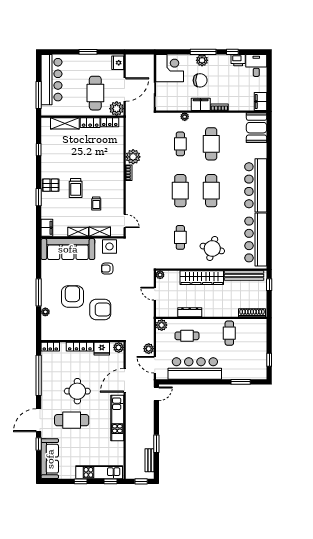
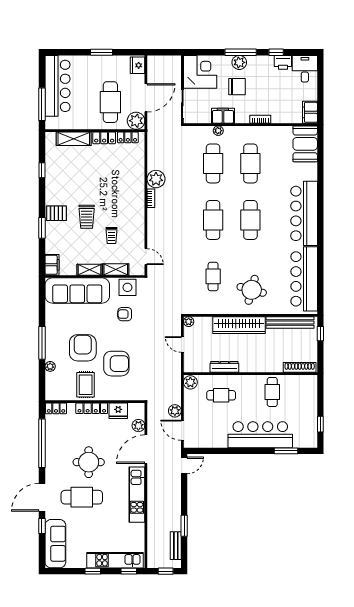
filing cabinet: (201, 104) -> (223, 116), moved
cafe table: (180, 144) -> (213, 163), width x1.37, depth x1.35
rug: (75, 327) -> (86, 385), added
plant: (119, 347) -> (138, 426), moved
bar counter: (195, 368) -> (260, 435), moved

